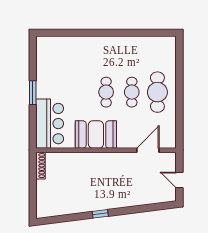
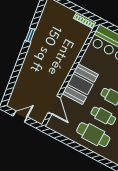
booth: (96, 134) -> (80, 84), moved
window: (100, 214) -> (30, 35), moved

